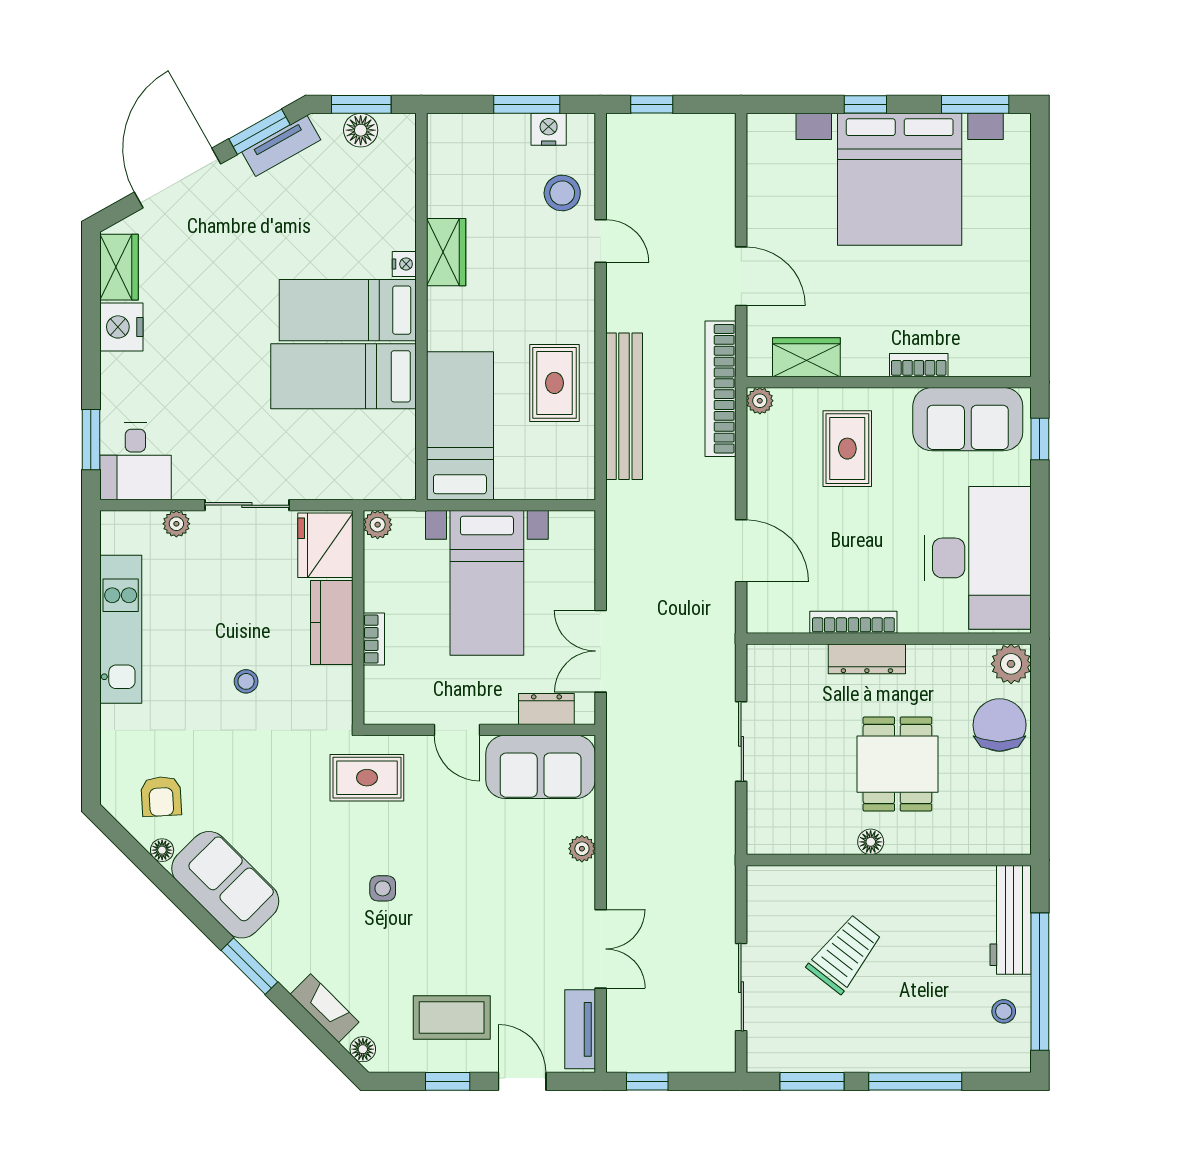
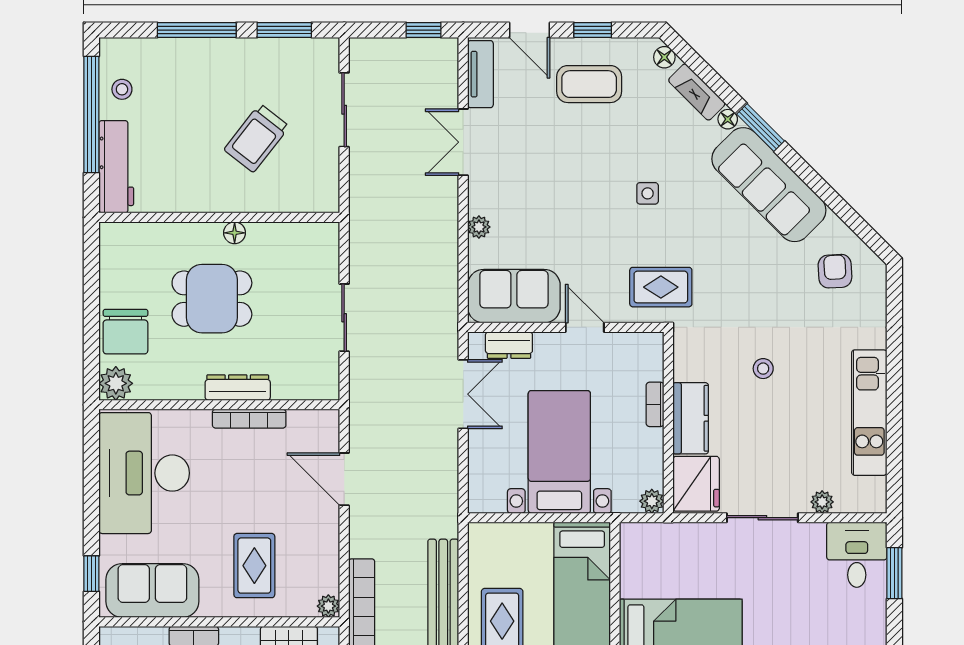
dining table: (897, 764) -> (212, 299), turned 90
floor lamp: (162, 850) -> (728, 119), moved
sofa: (225, 885) -> (769, 185), width x1.36

